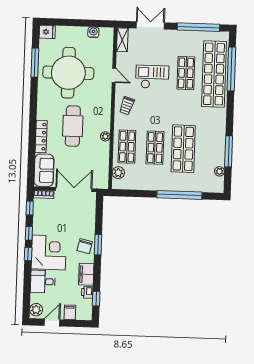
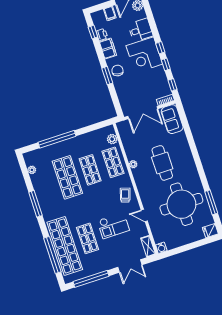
water cooler: (93, 32) -> (161, 248), moved
locker: (41, 137) -> (184, 145), removed
window: (229, 151) -> (35, 204), moved

